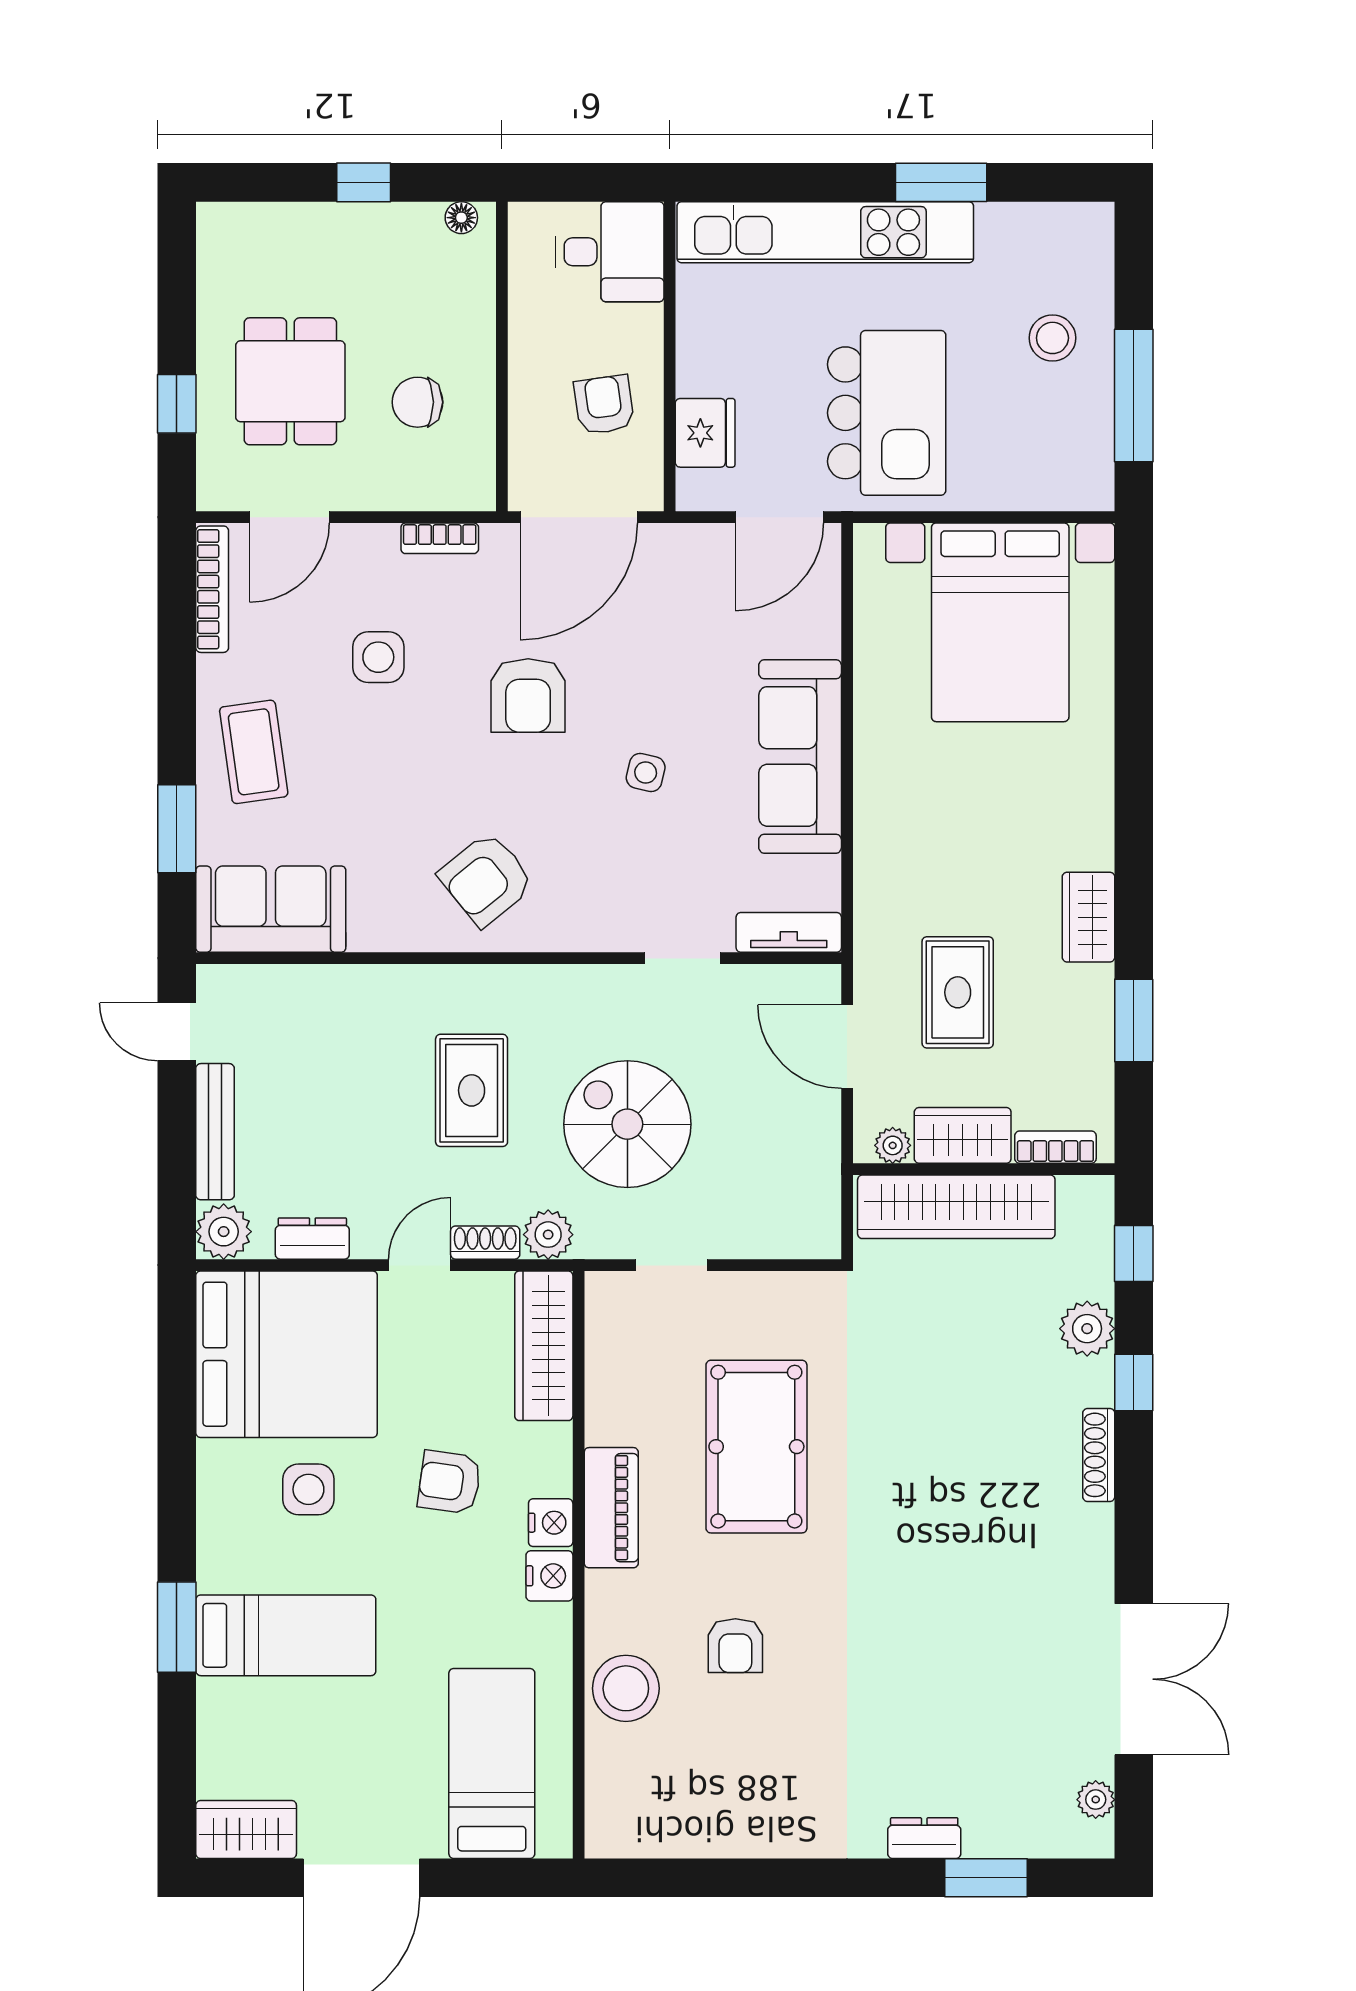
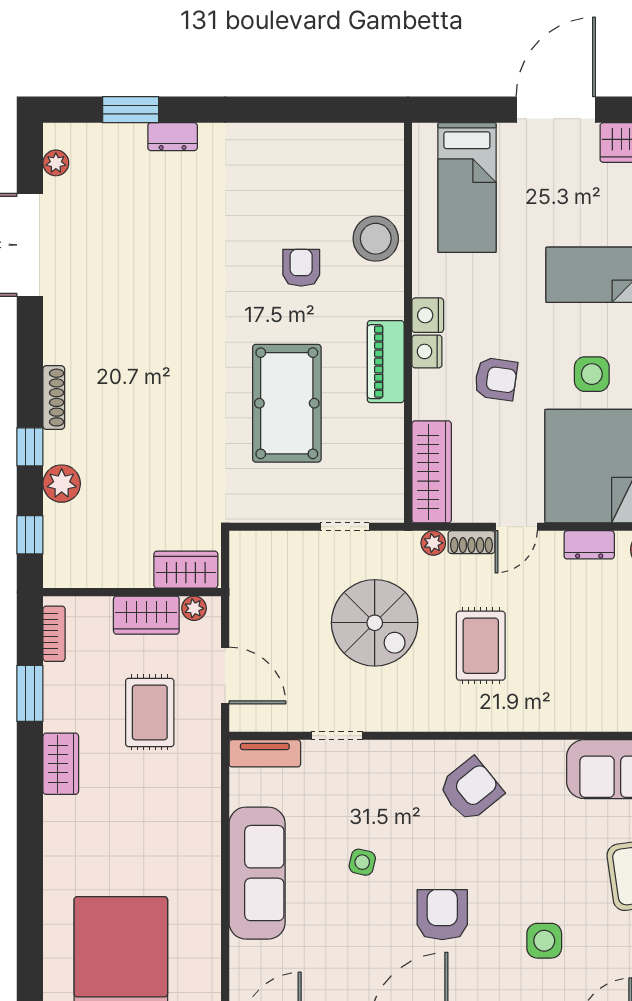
bookcase: (1055, 1147) -> (54, 634), moved, turned -90
wardrobe: (956, 1207) -> (186, 570), width x0.48, depth x0.85
plant: (548, 1235) -> (433, 543), width x0.73, depth x0.73

